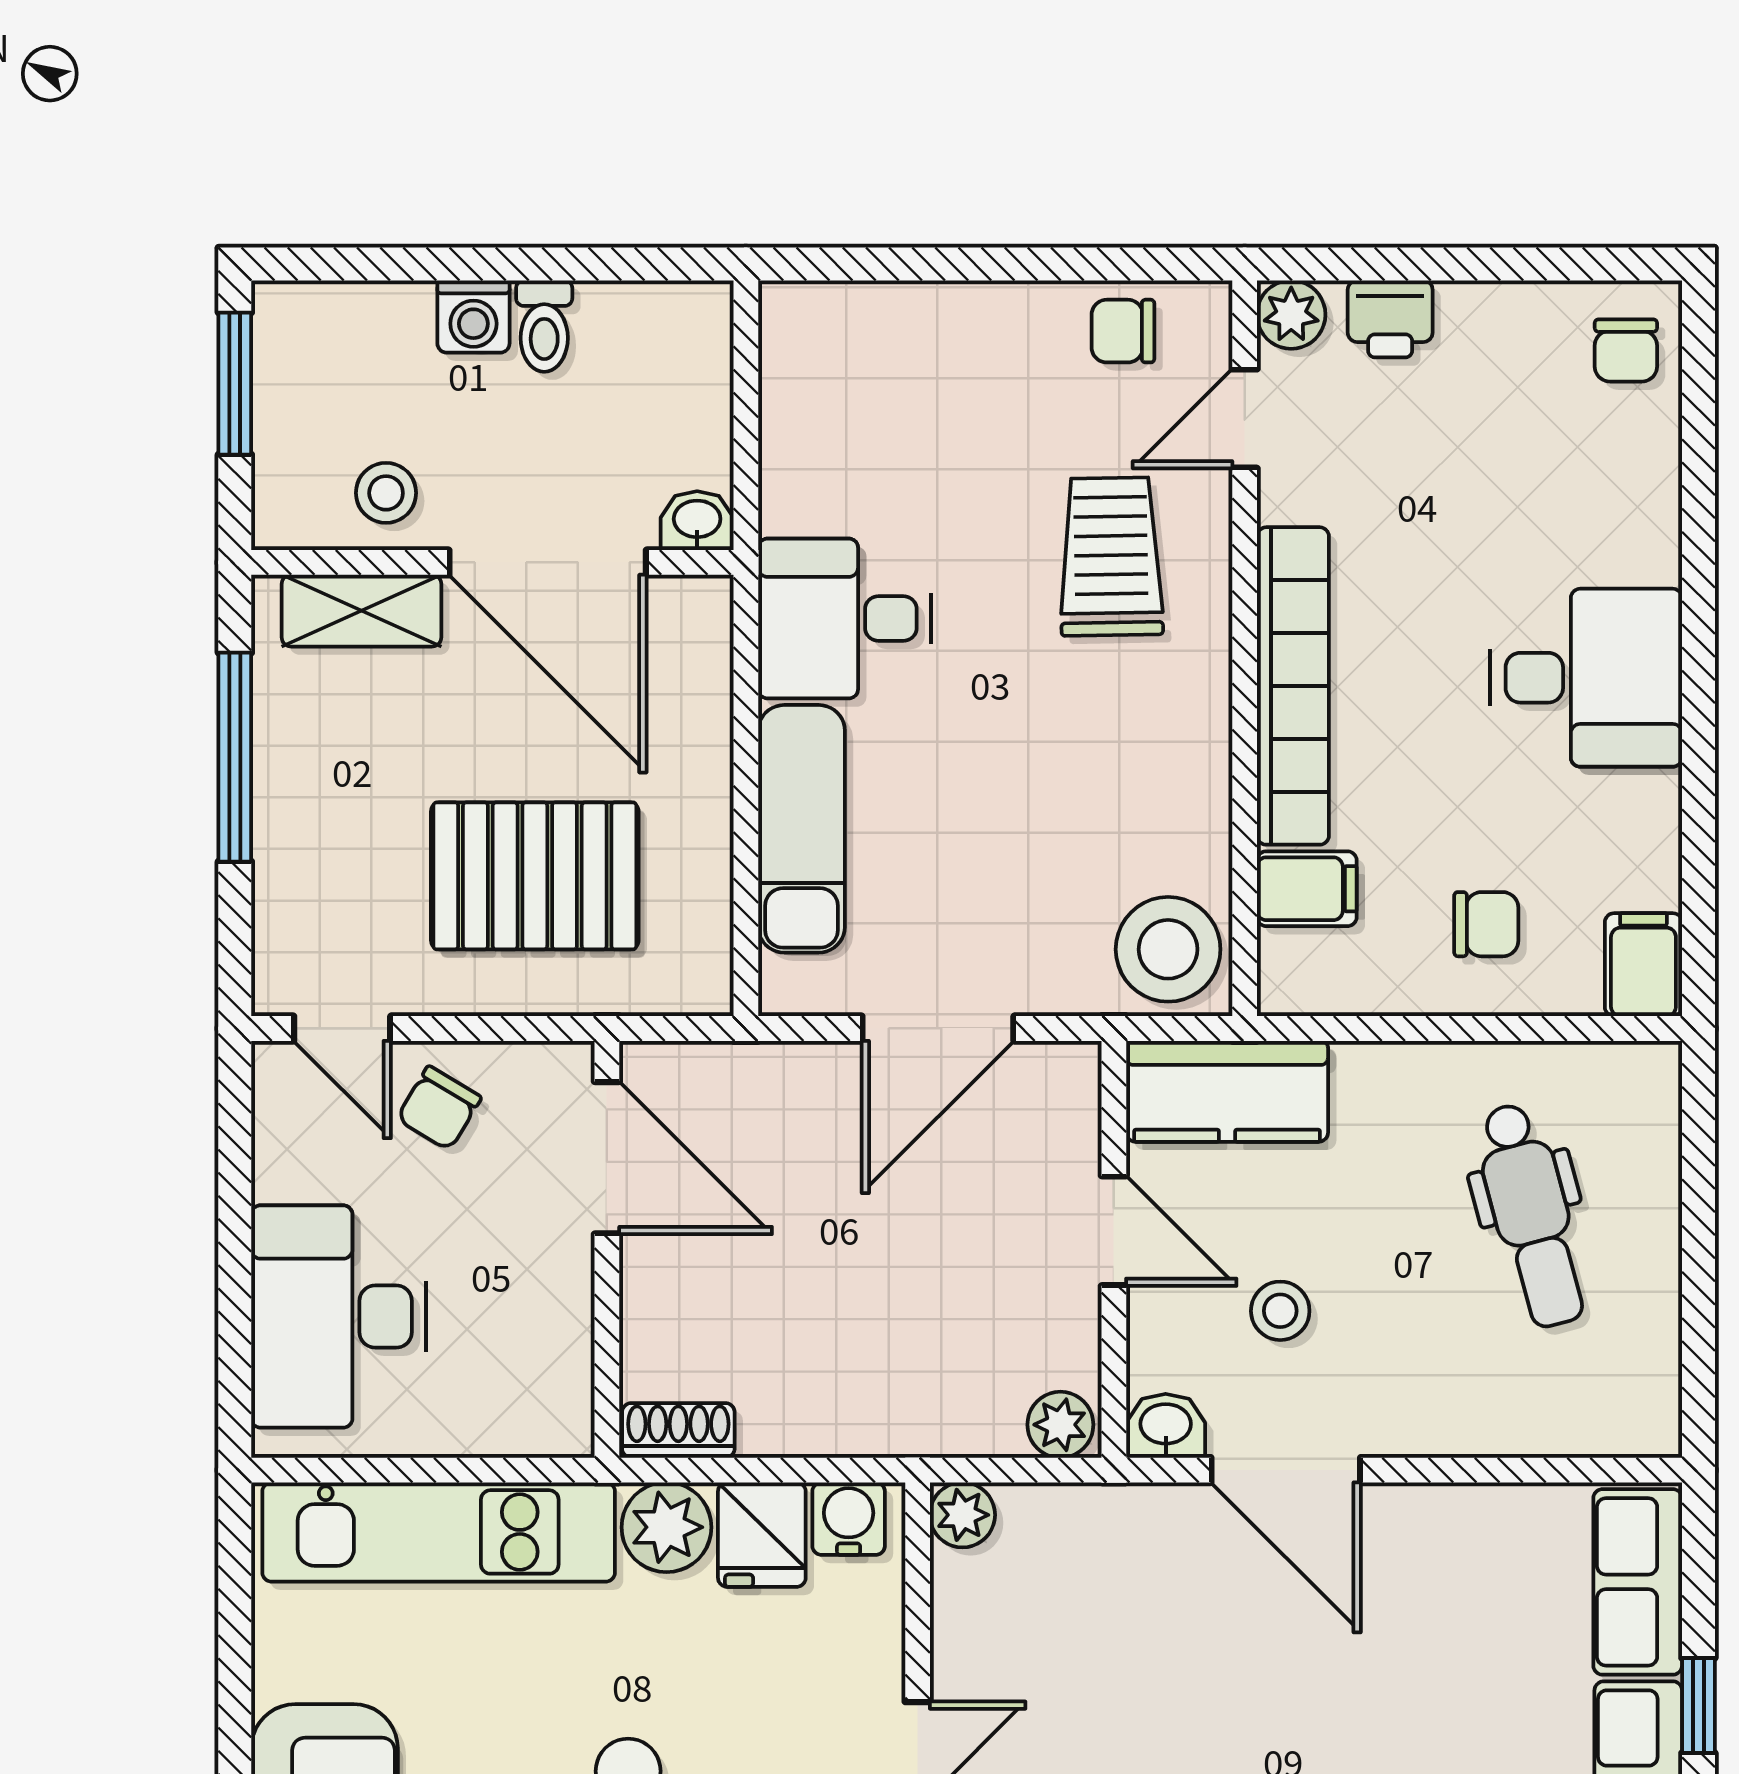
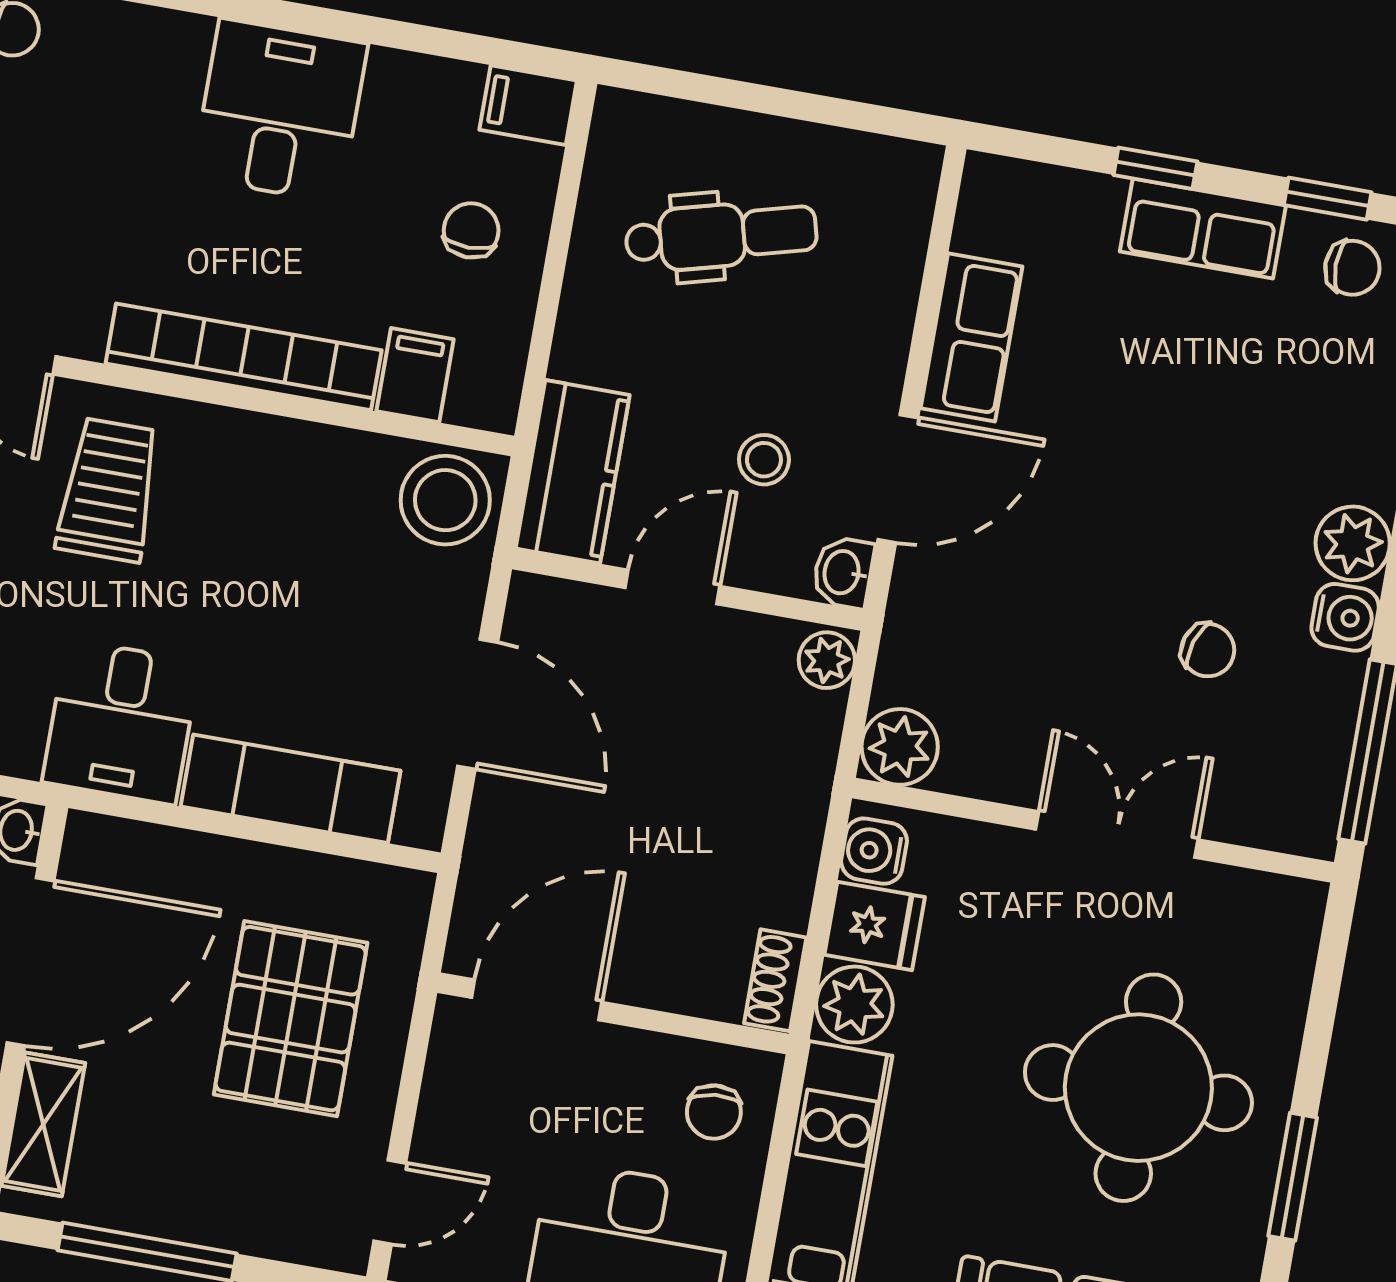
trolley: (1111, 557) -> (109, 490), turned 91
chair: (439, 1108) -> (714, 1112), moved, turned 54
plant: (962, 1515) -> (900, 747), width x1.38, depth x1.38
row of seats: (1638, 1582) -> (972, 337), moved, turned -90

